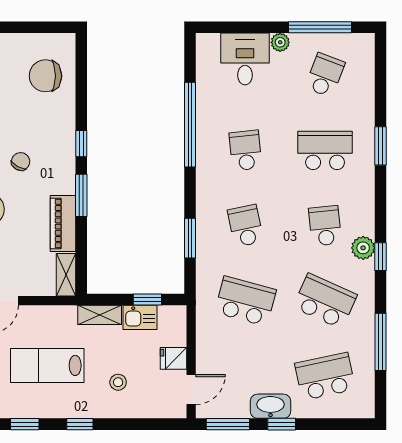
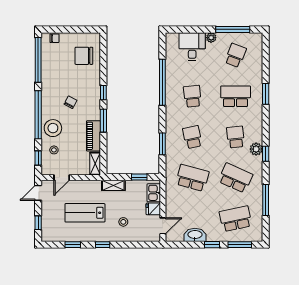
kitchen sink: (140, 317) -> (154, 193), moved, turned 90
washbasin: (271, 406) -> (195, 235), moved
window: (228, 424) -> (240, 245), moved

